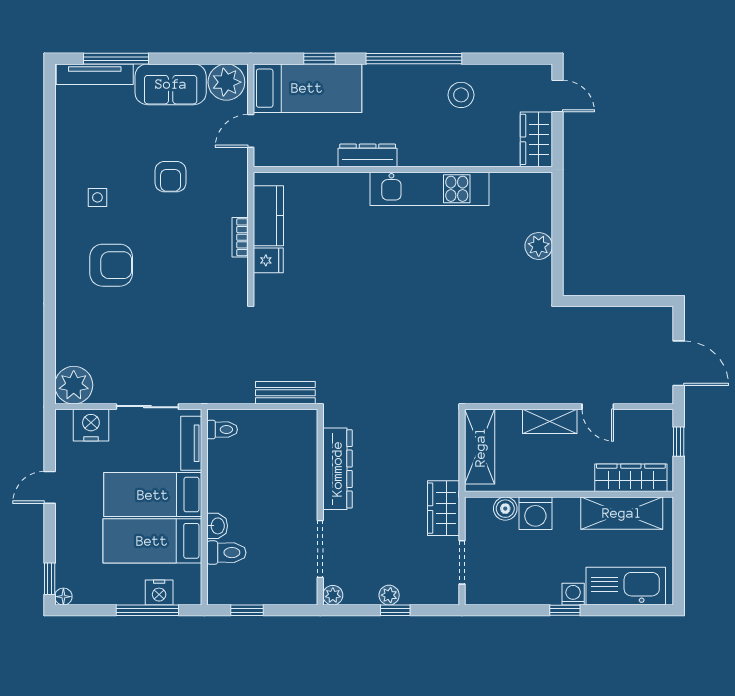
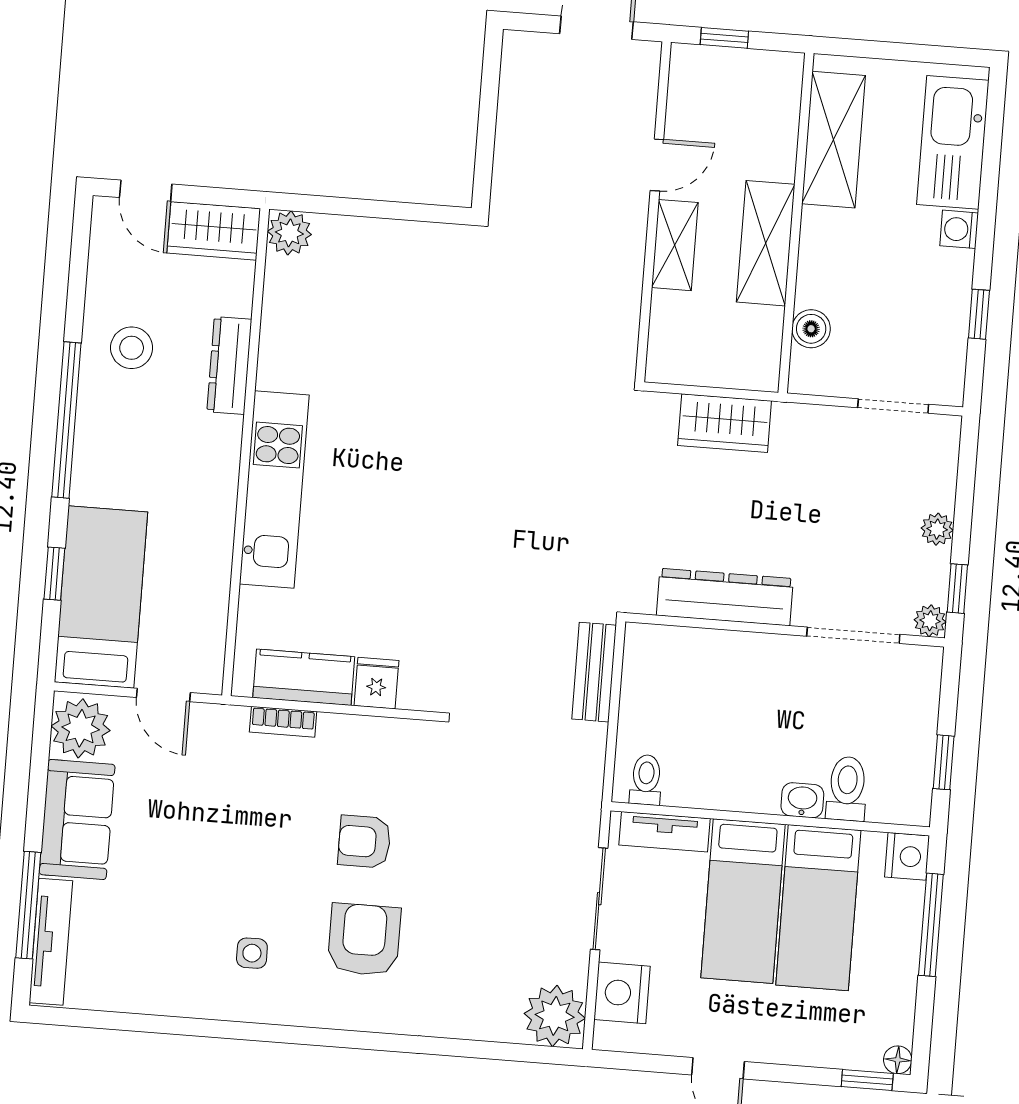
door: (557, 96) -> (146, 191), swing flipped
dresser: (368, 155) -> (229, 365), moved
armchair: (171, 177) -> (364, 842), moved, turned 180
kitchen unit: (429, 189) -> (274, 490), moved
bookcase: (240, 237) -> (283, 722), moved
plant: (539, 246) -> (289, 233), moved
shelving: (480, 447) -> (766, 243), moved, turned 90
wardrobe: (631, 478) -> (777, 120), removed
wardrobe: (444, 508) -> (725, 423), moved
washing machine: (535, 513) -> (823, 280), removed
nightstand: (159, 592) -> (907, 856), moved
window: (395, 610) -> (957, 589), moved
window: (565, 610) -> (979, 314), moved

